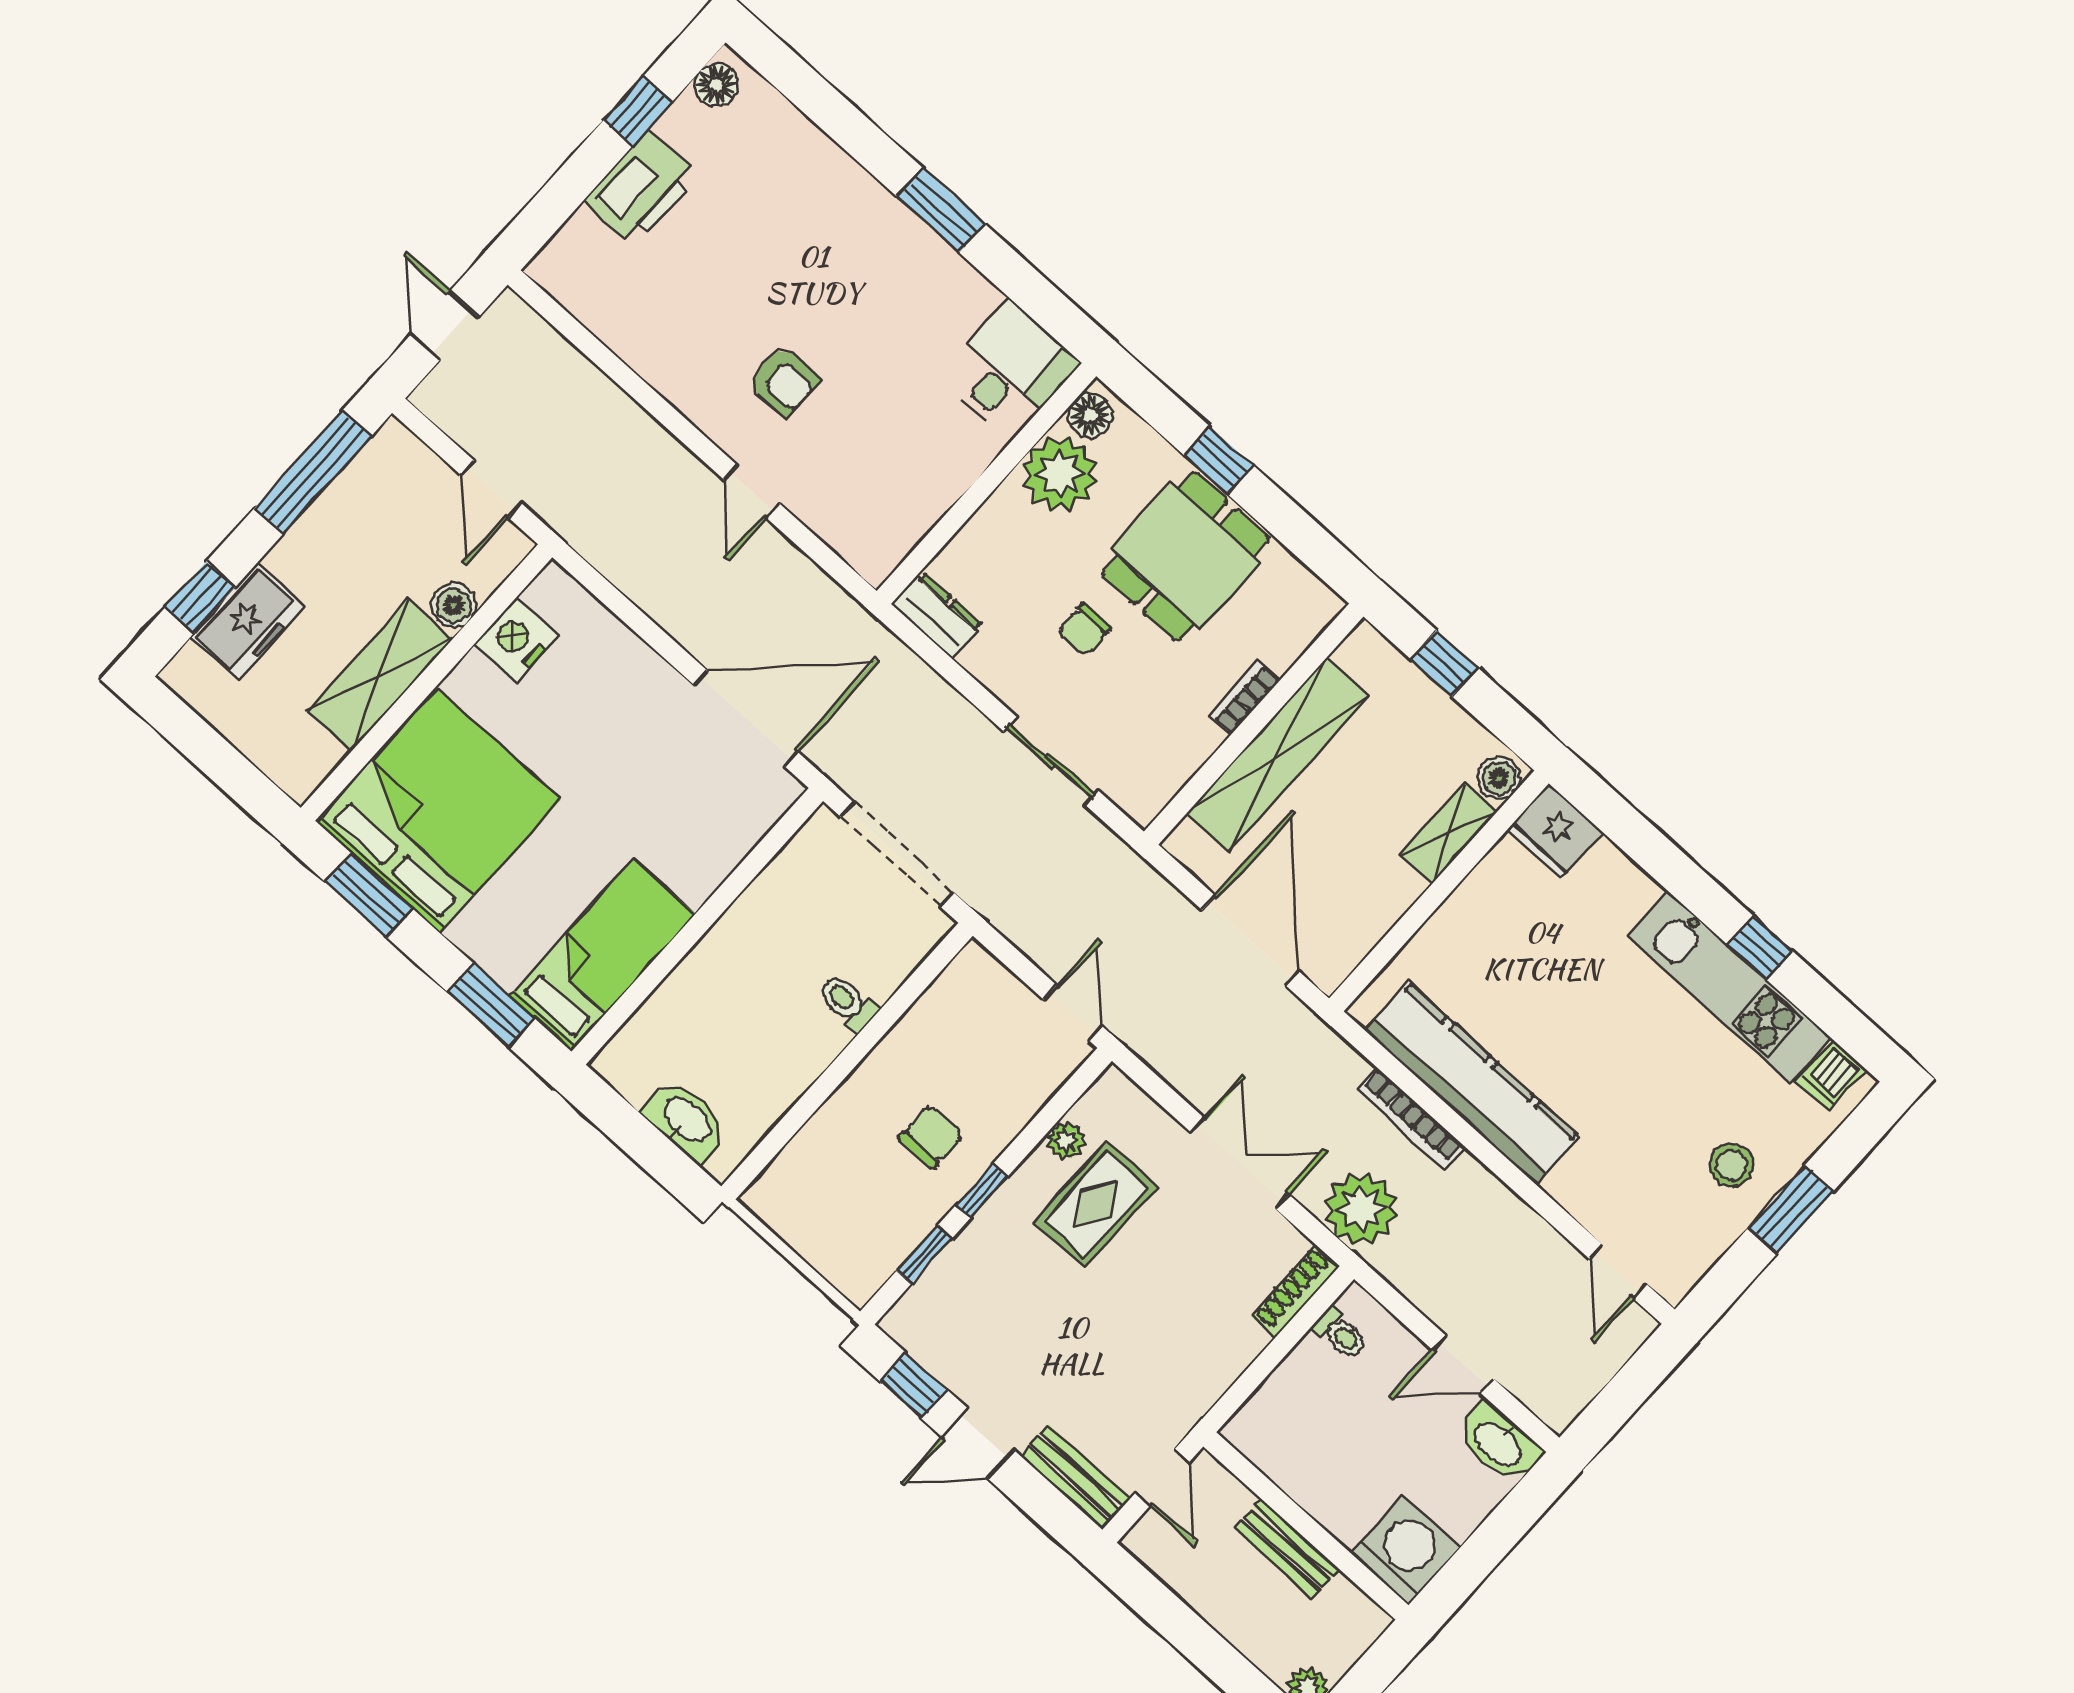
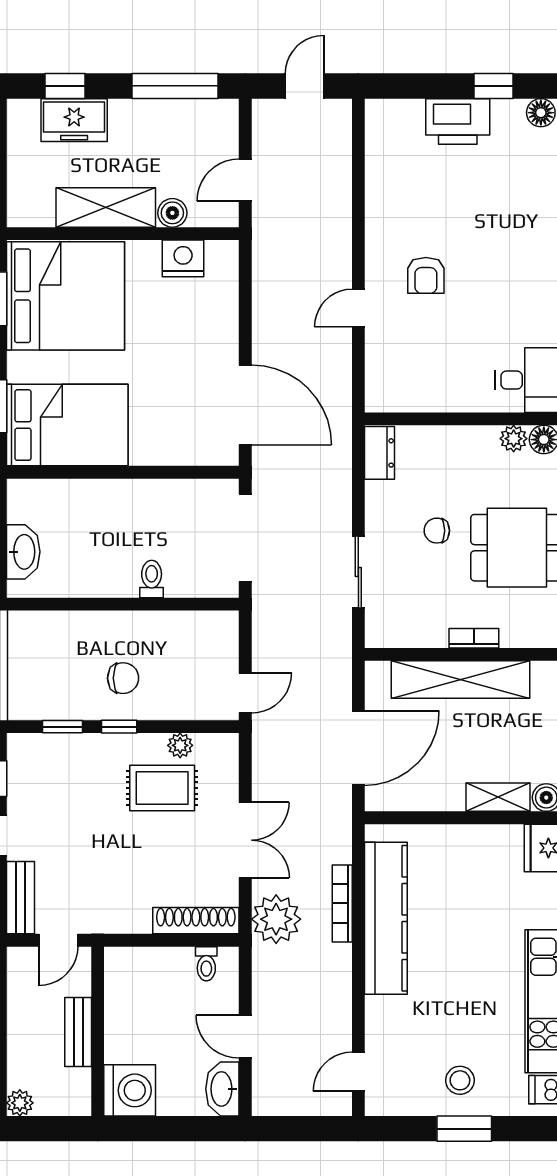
plant: (1060, 474) -> (514, 439), width x0.53, depth x0.53
bed: (603, 955) -> (67, 425), width x1.50
shoe rack: (1295, 1291) -> (196, 921), width x1.36, depth x1.24

